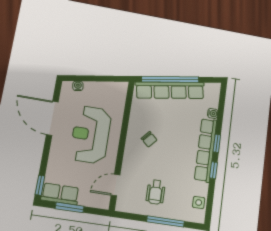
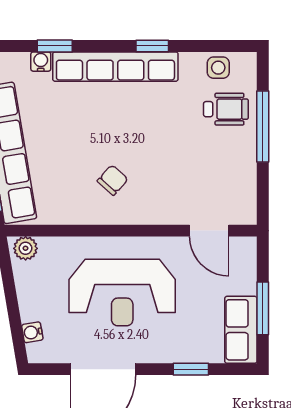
plant: (121, 90) -> (26, 248), added
window: (217, 143) -> (55, 46), moved
window: (40, 185) -> (191, 369), moved
wheelchair: (156, 192) -> (226, 109), moved

